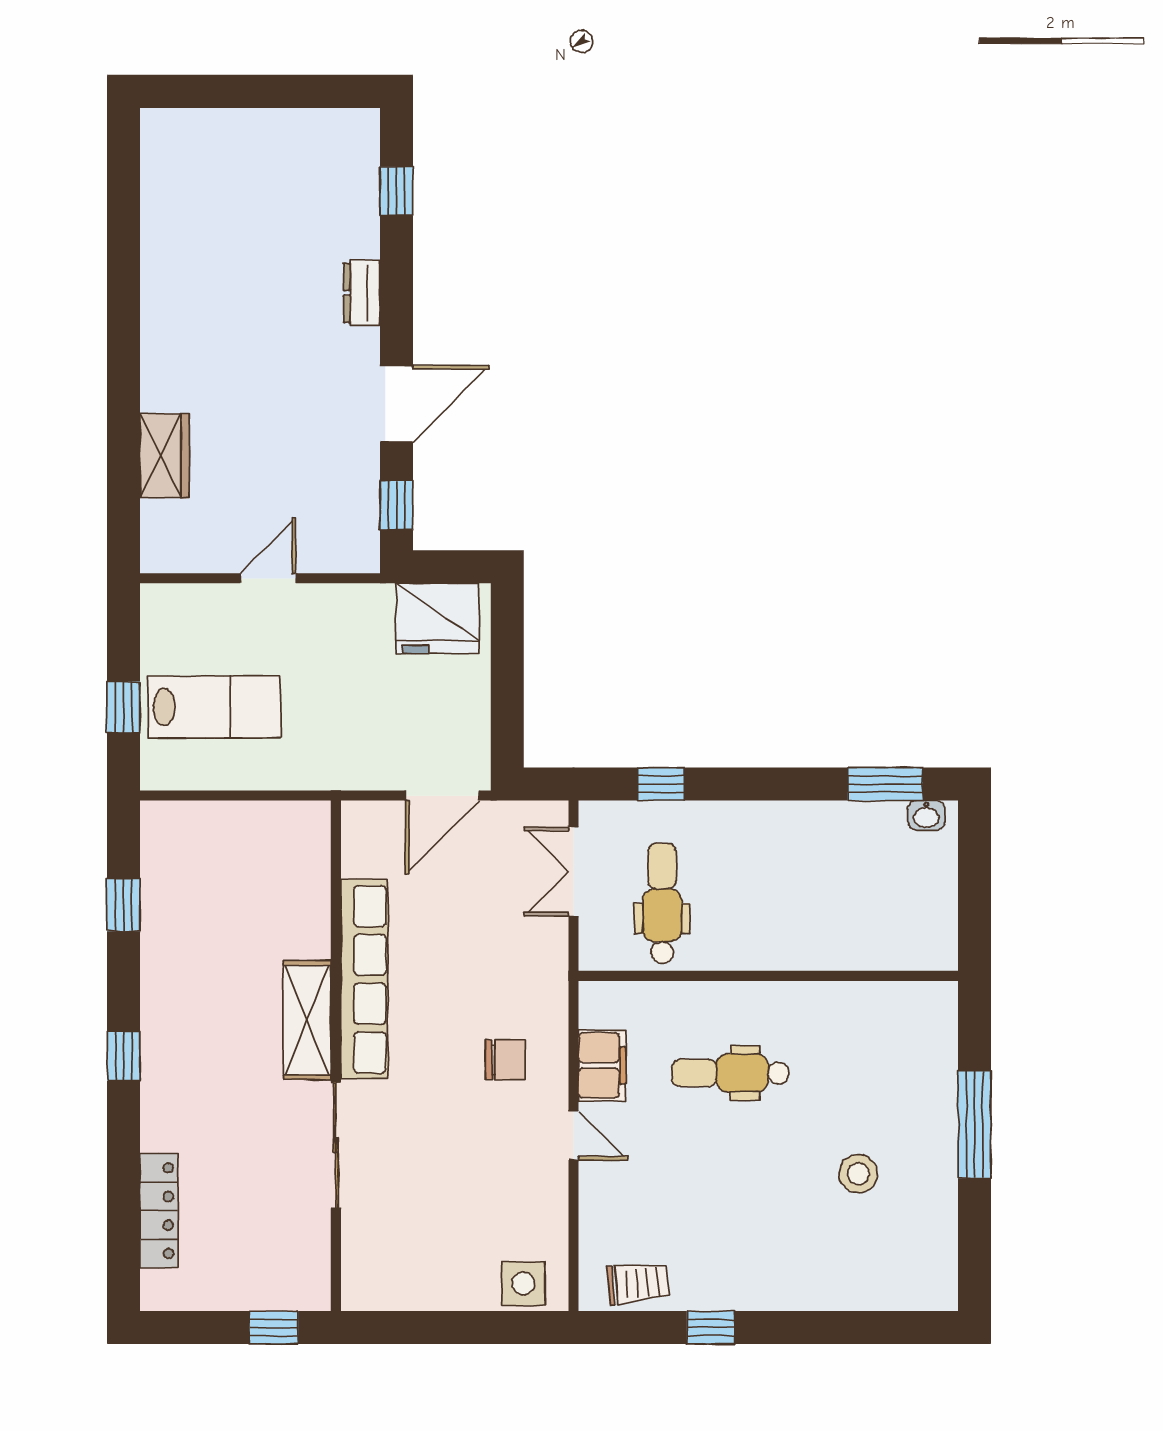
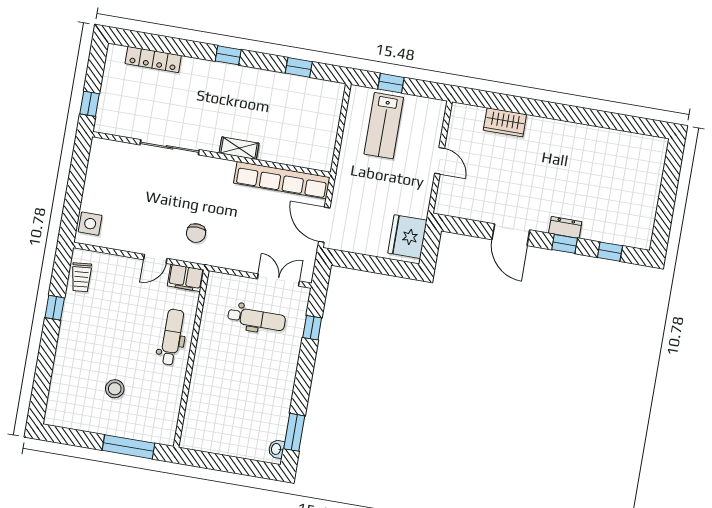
window: (397, 505) -> (565, 244), moved
wall: (768, 976) -> (191, 359), moved
row of seats: (364, 979) -> (282, 180), moved
shelving: (307, 1020) -> (239, 148), width x0.67, depth x0.75

